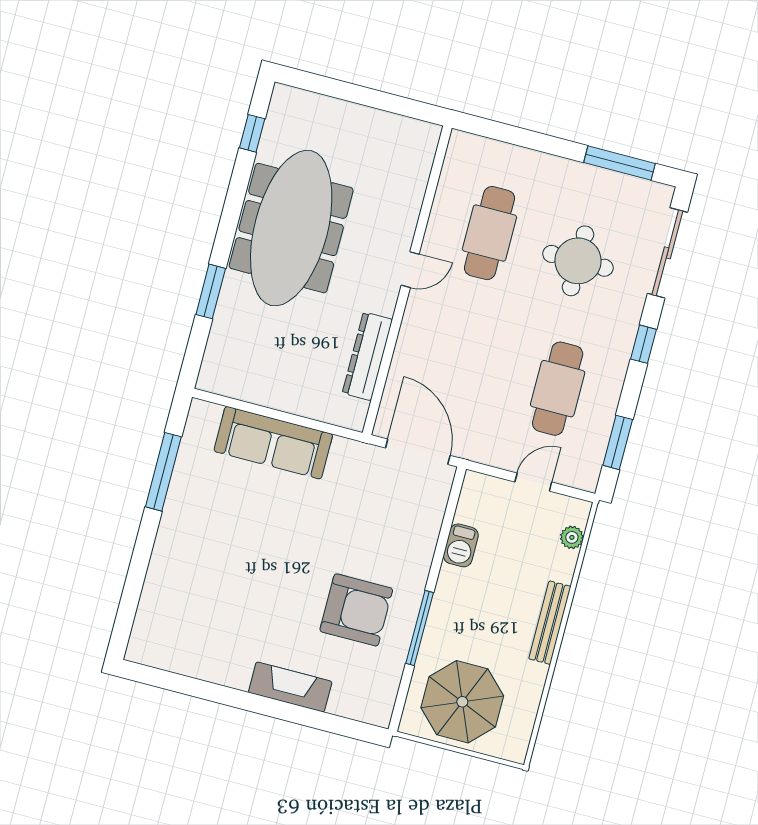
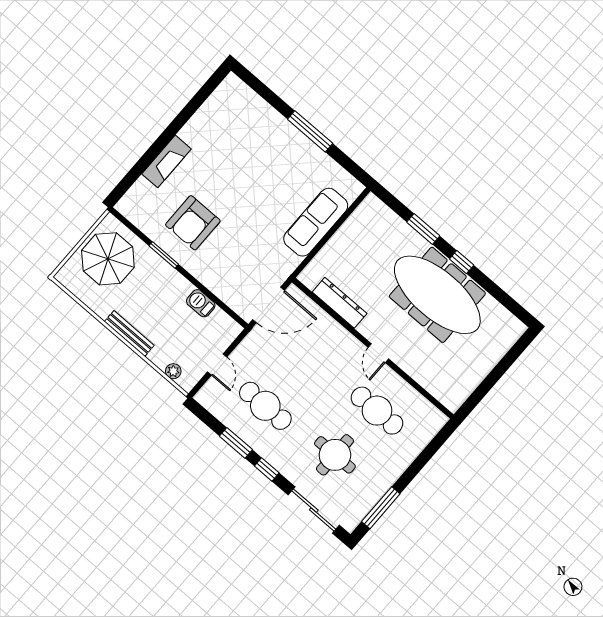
window: (252, 133) -> (462, 262), moved
window: (618, 442) -> (236, 443), moved
window: (163, 472) -> (310, 131), moved
window: (420, 628) -> (164, 255), width x0.69

